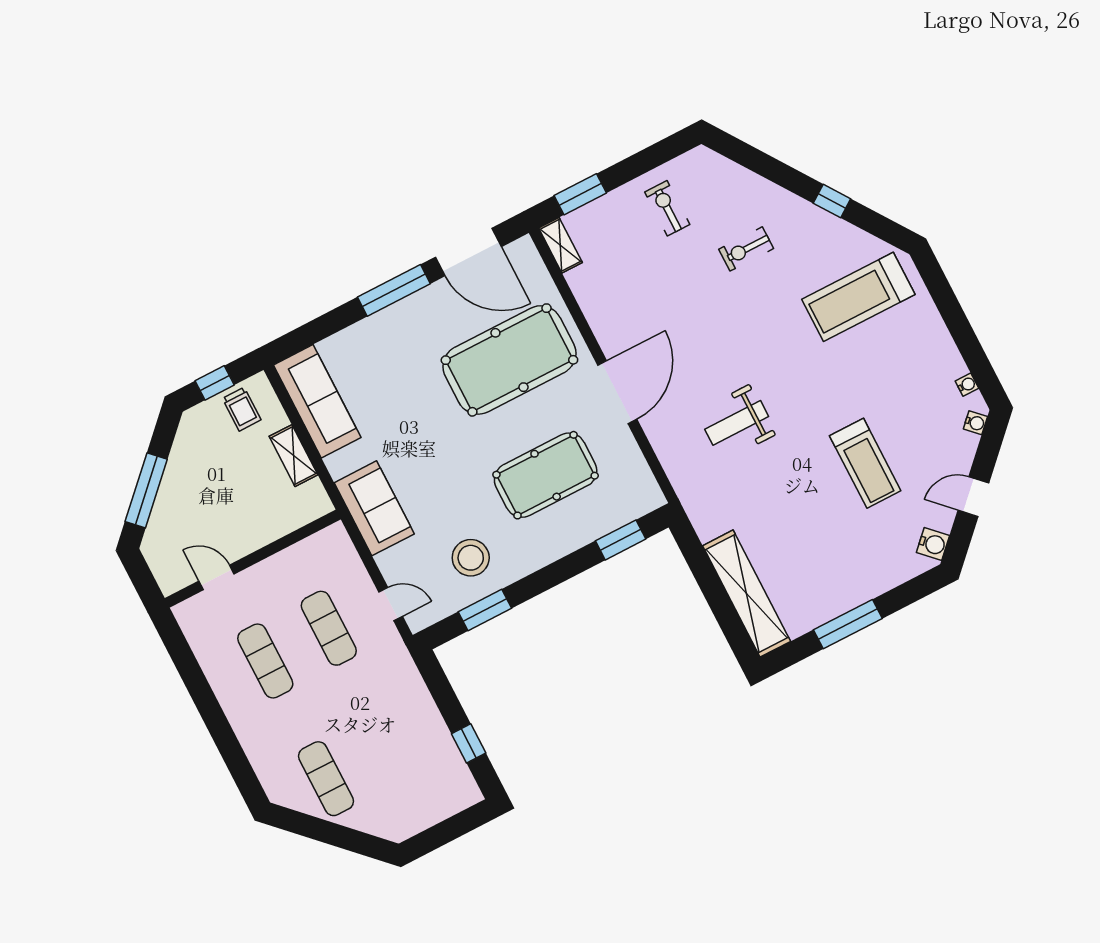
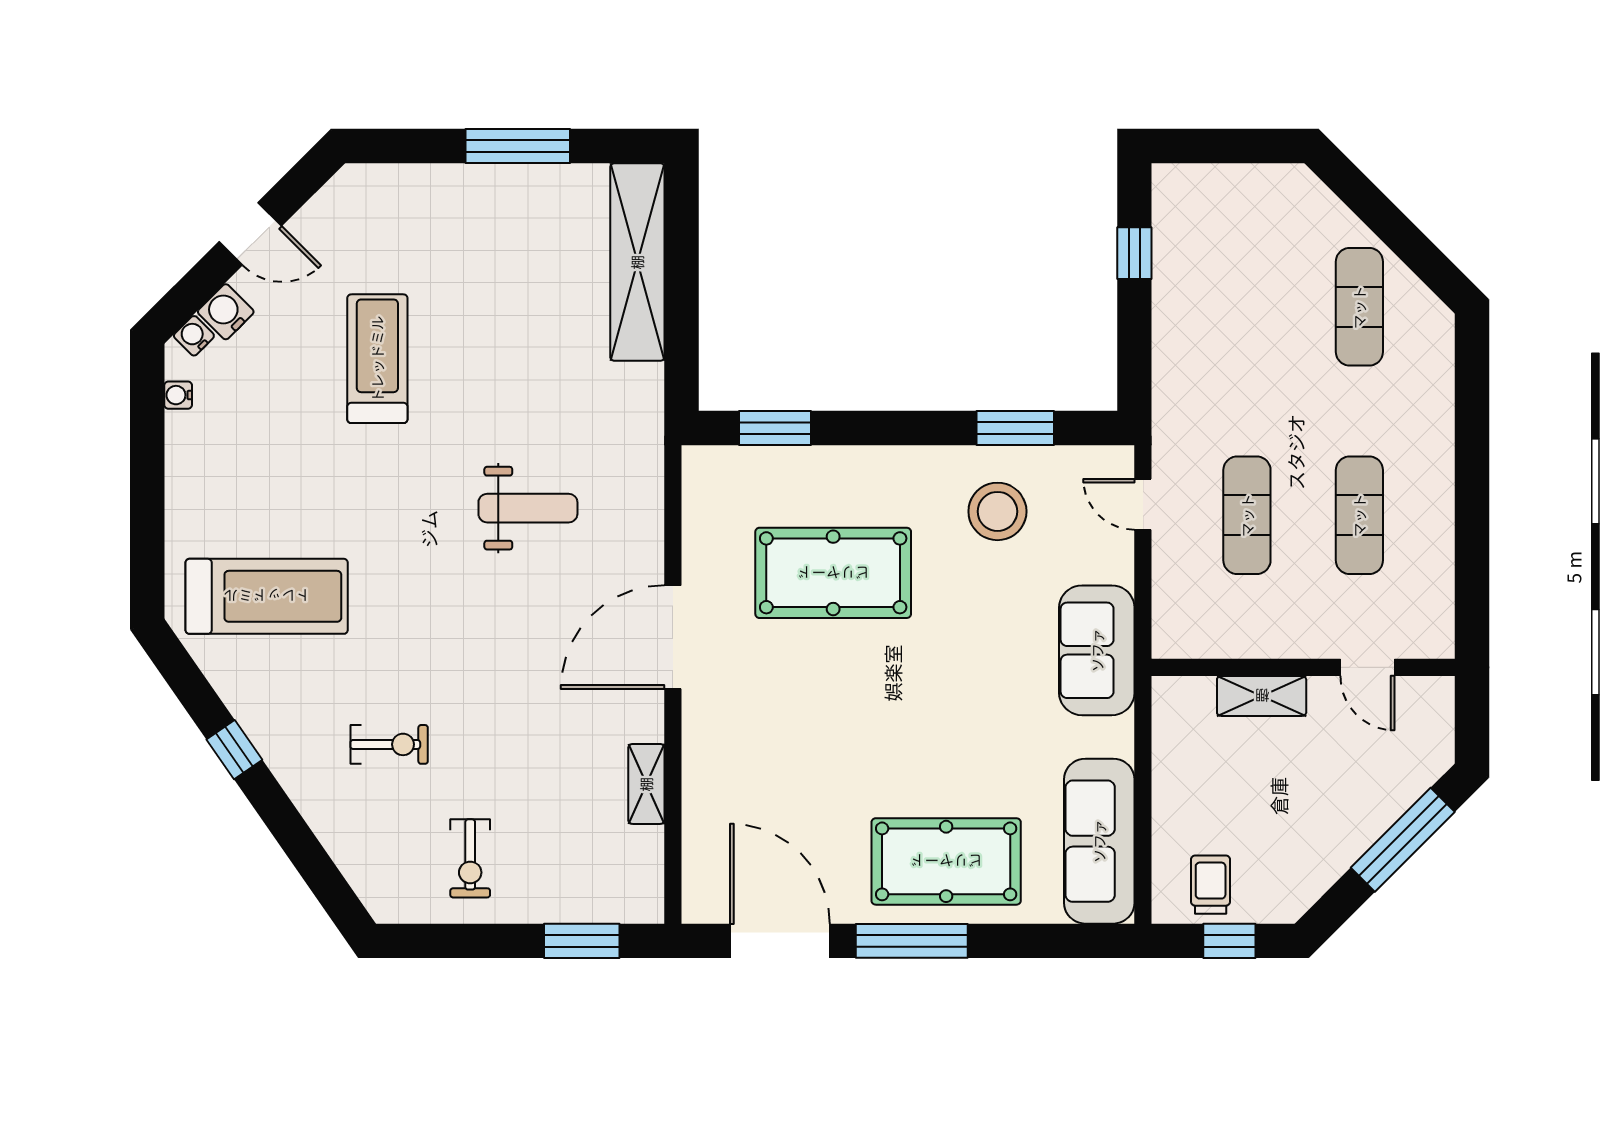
shelving: (560, 245) -> (646, 784), moved
pool table: (509, 360) -> (946, 861), moved, width x0.73, depth x0.76
shelving: (294, 456) -> (1262, 696), moved, turned 90
water cooler: (933, 544) -> (226, 312), moved

